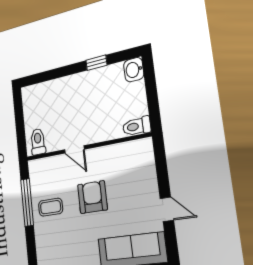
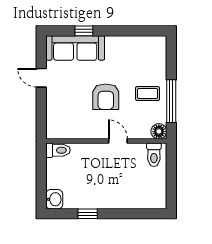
floor lamp: (36, 168) -> (159, 131), added

